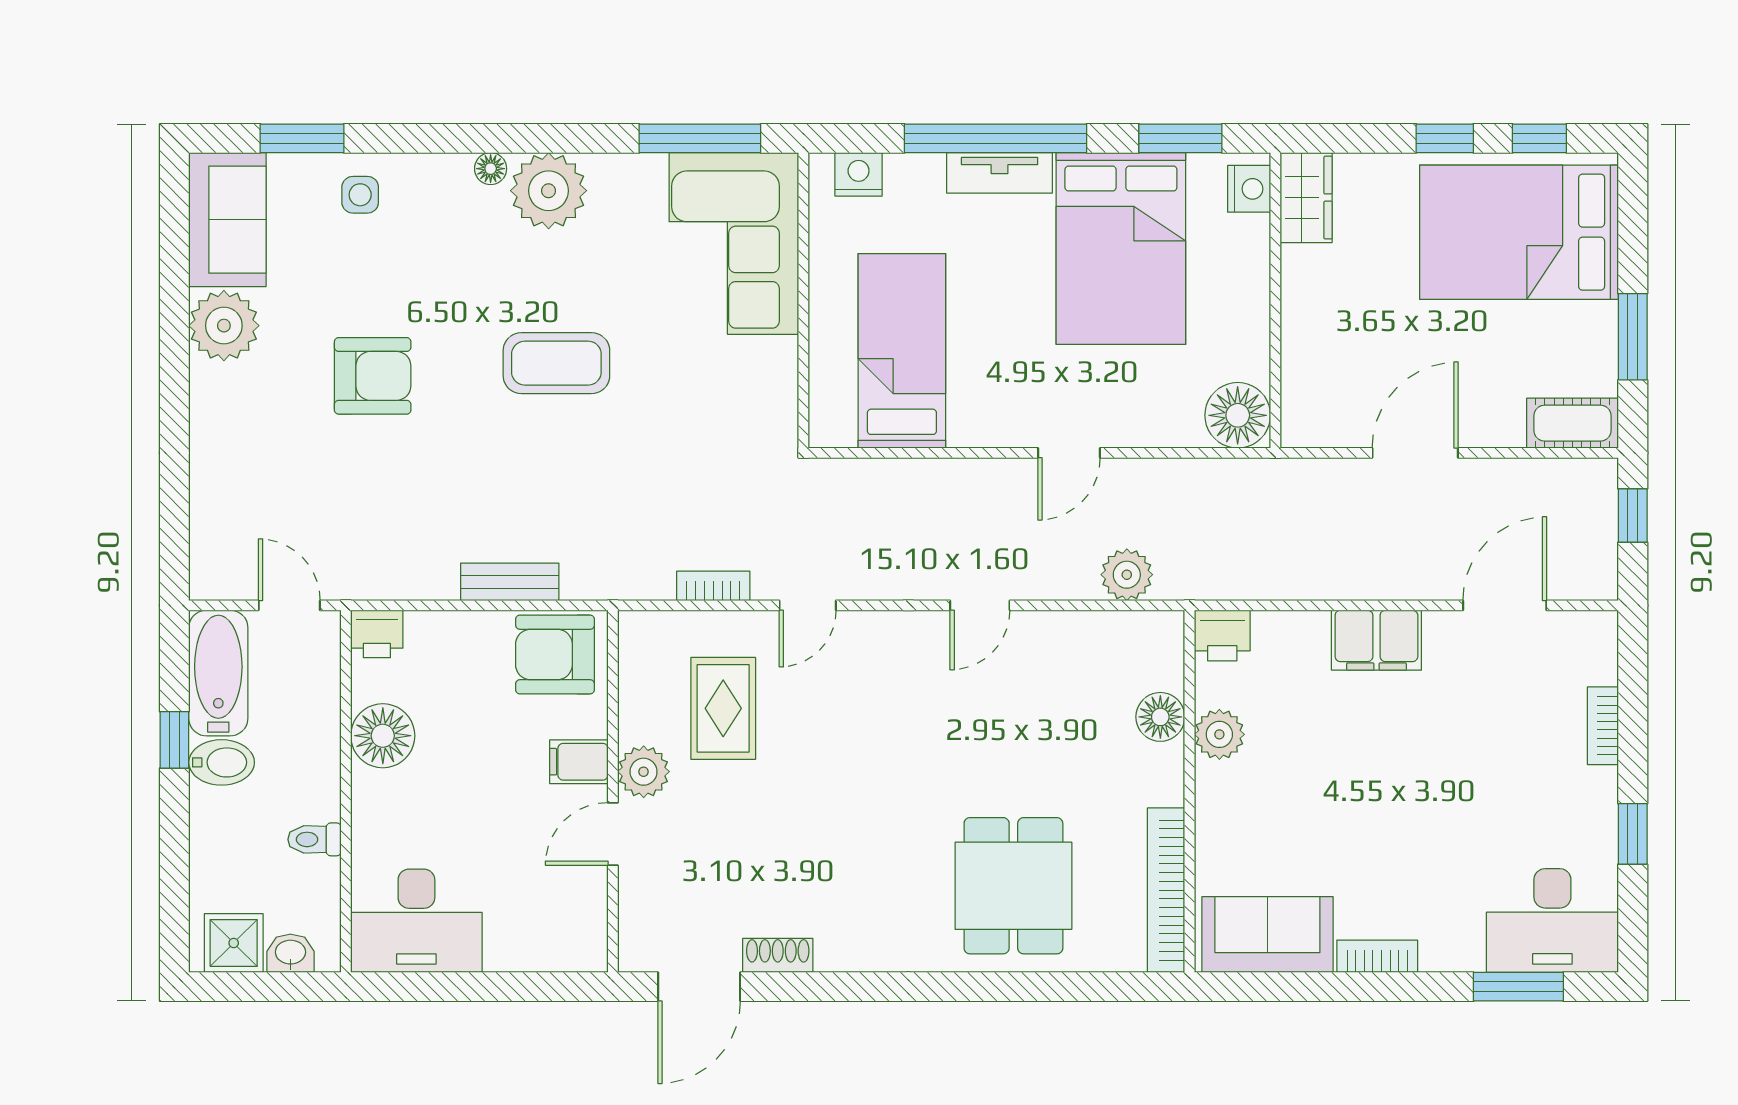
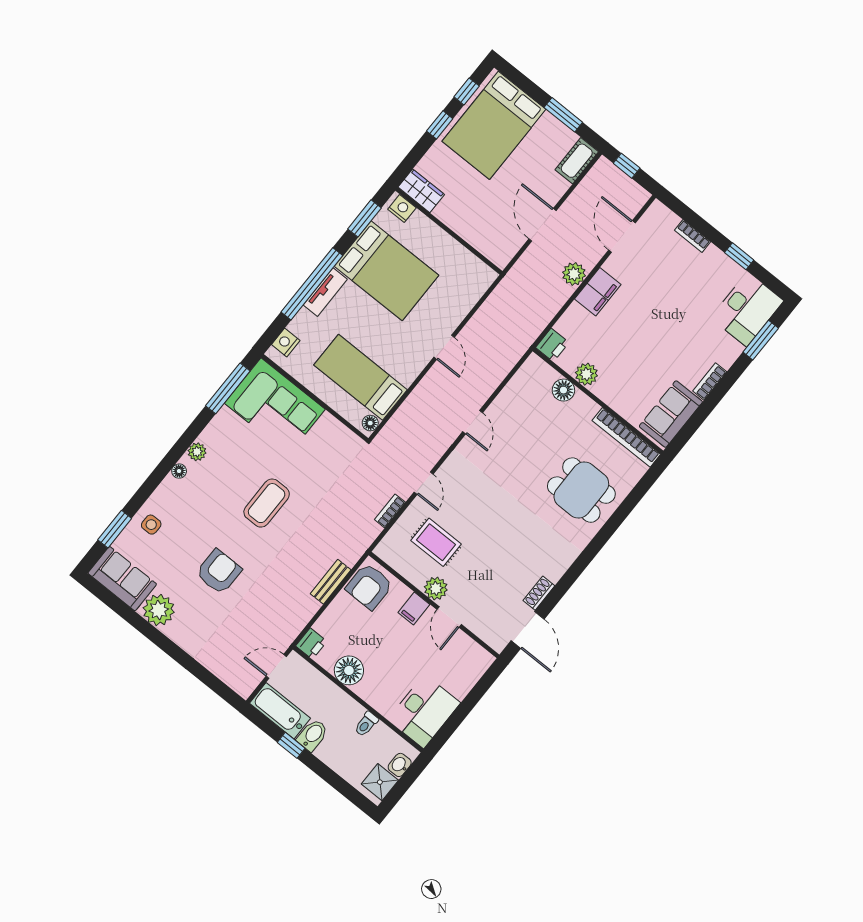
plant: (549, 191) -> (197, 452), width x0.53, depth x0.53
floor lamp: (1238, 415) -> (370, 423), moved, width x0.53, depth x0.53
plant: (1127, 575) -> (574, 274), moved

